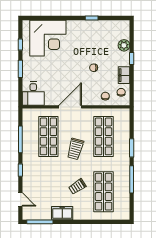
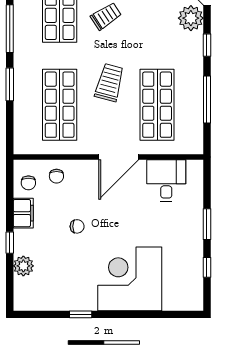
corner desk: (48, 38) -> (130, 279), moved
desk: (33, 94) -> (166, 181), moved
plant: (29, 185) -> (191, 18), added

